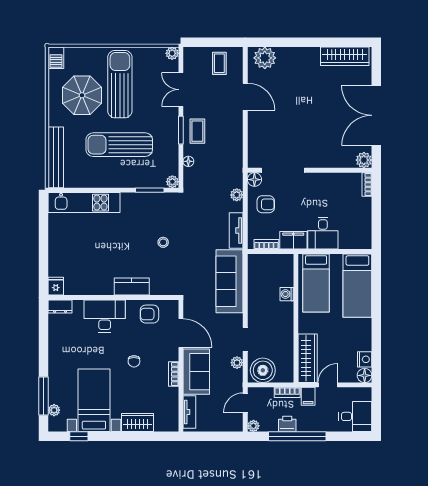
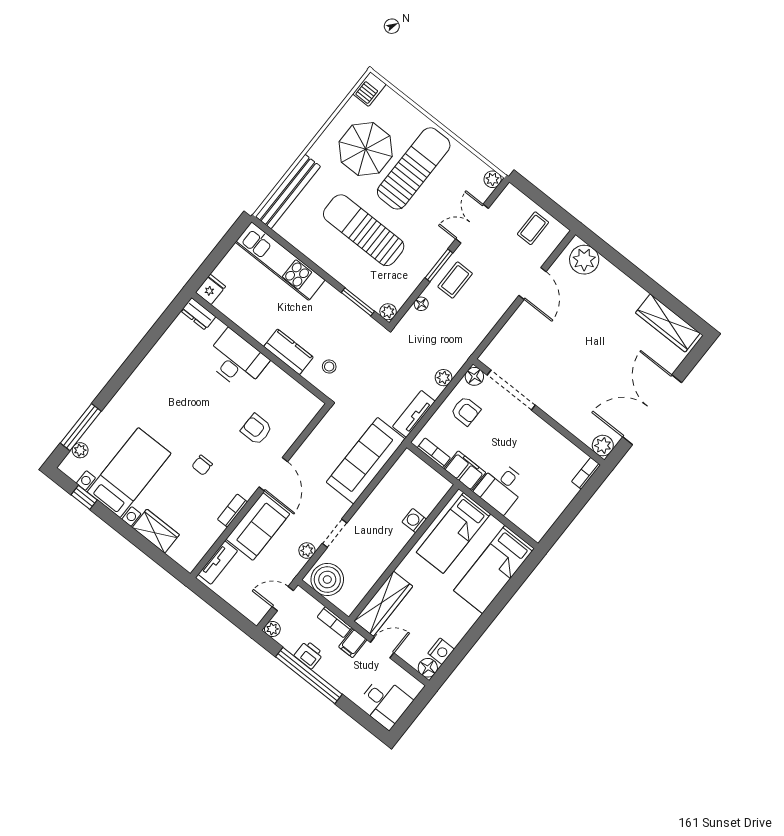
fridge: (56, 286) -> (210, 289), moved
kitchen counter: (132, 287) -> (288, 352), moved
wall: (113, 298) -> (260, 348), moved
dresser: (60, 307) -> (198, 314), moved
desk: (105, 316) -> (236, 360), moved

